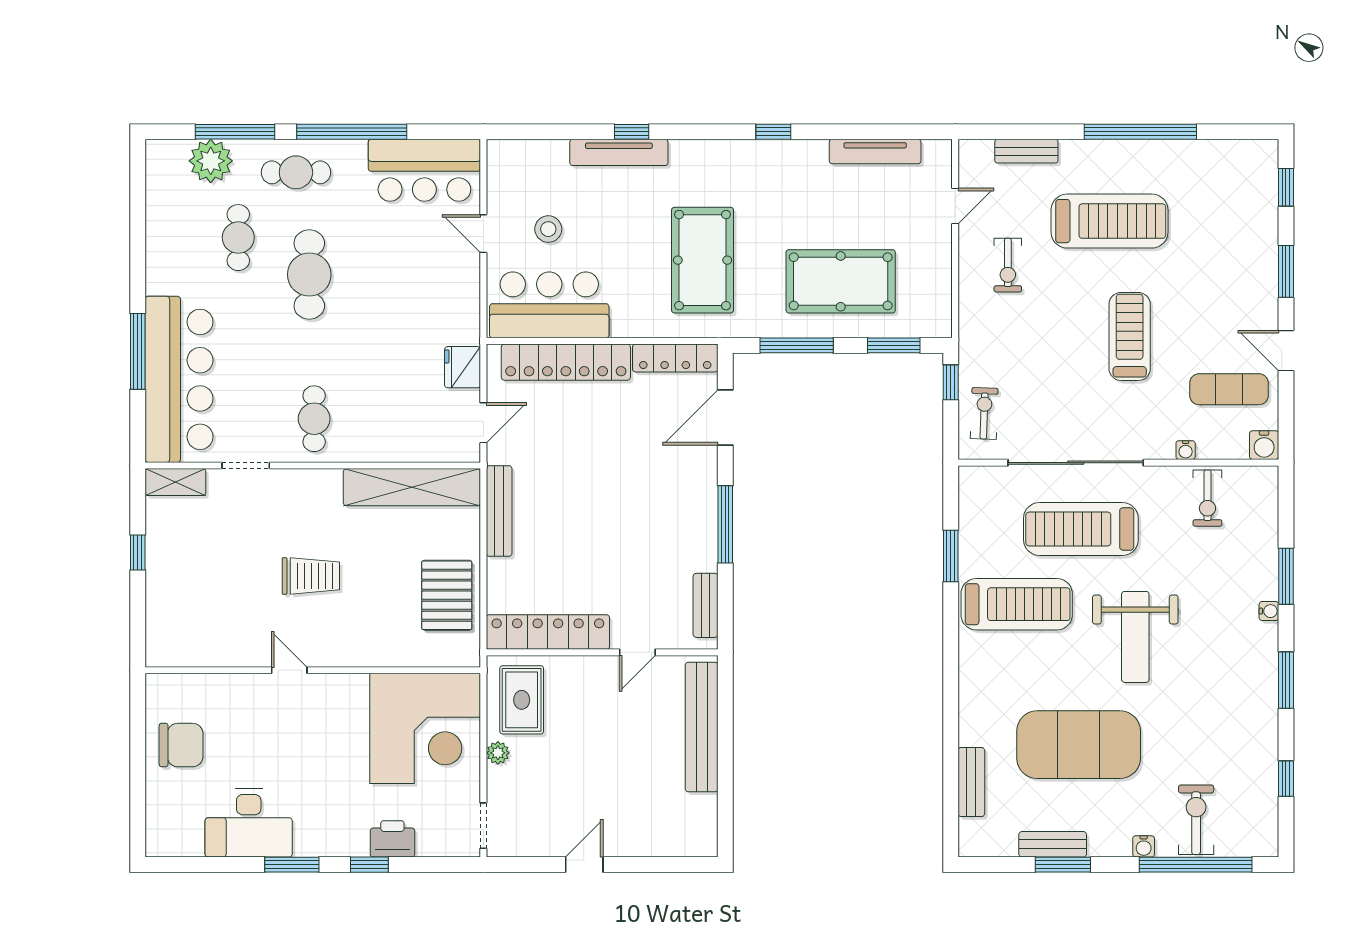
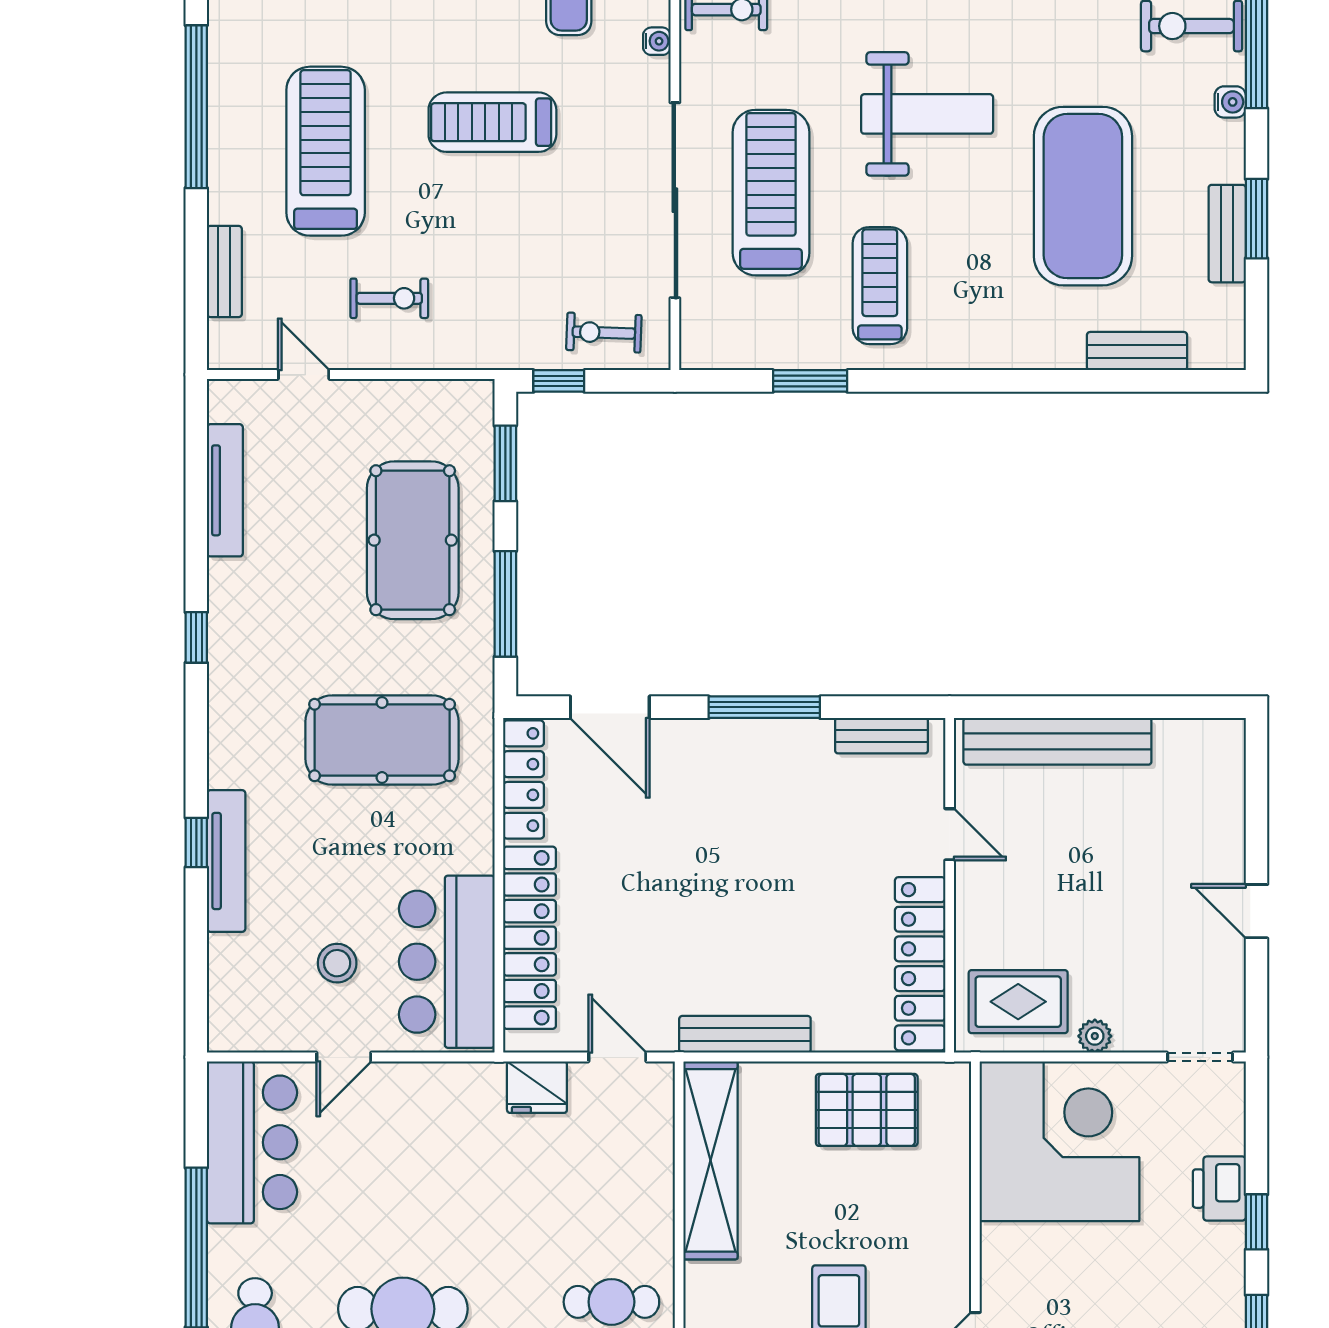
treadmill: (1081, 529) -> (771, 193), turned 180
treadmill: (1017, 604) -> (880, 286), width x0.73, depth x0.73

